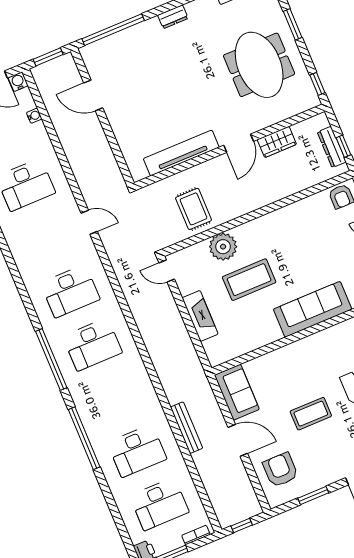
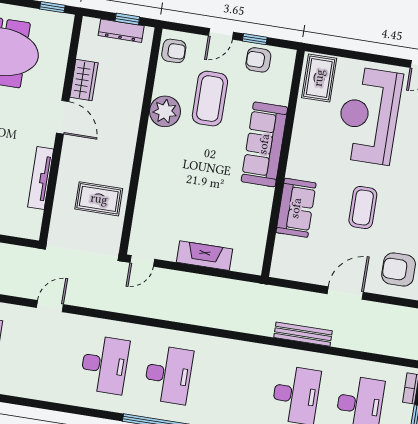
tv unit: (181, 153) -> (41, 178), width x0.73, depth x0.78
plant: (223, 247) -> (165, 111), moved
coffee table: (249, 280) -> (210, 99), moved
sofa: (237, 392) -> (296, 208), moved, turned 90

